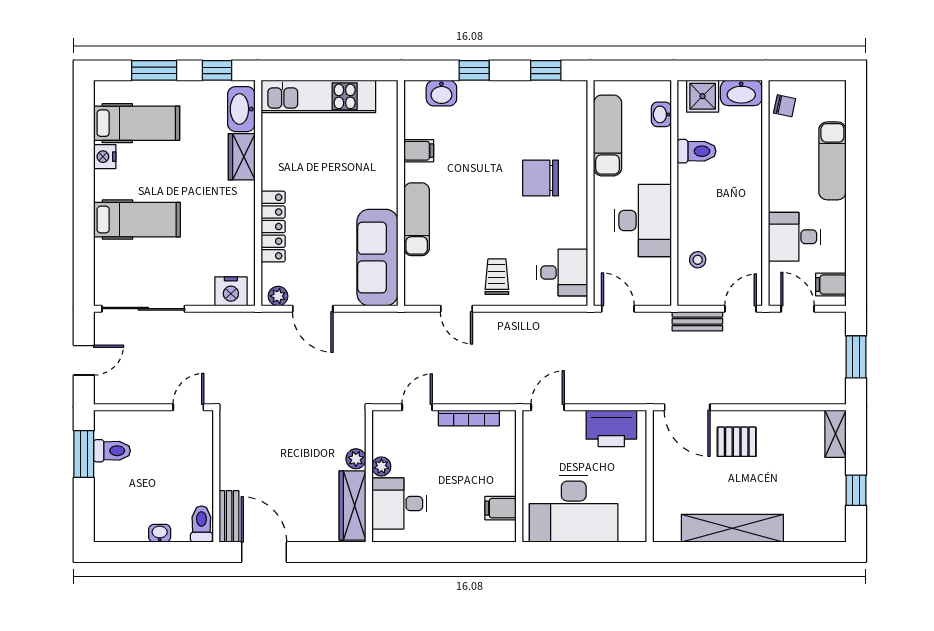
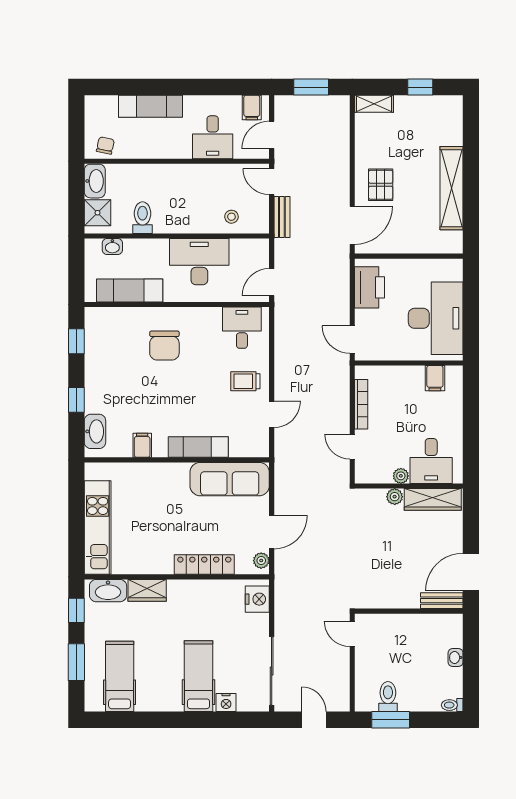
washbasin: (441, 93) -> (95, 431), width x1.38
nightstand: (105, 157) -> (226, 703), moved
toilet: (201, 524) -> (452, 705), moved, width x0.73, depth x0.72

